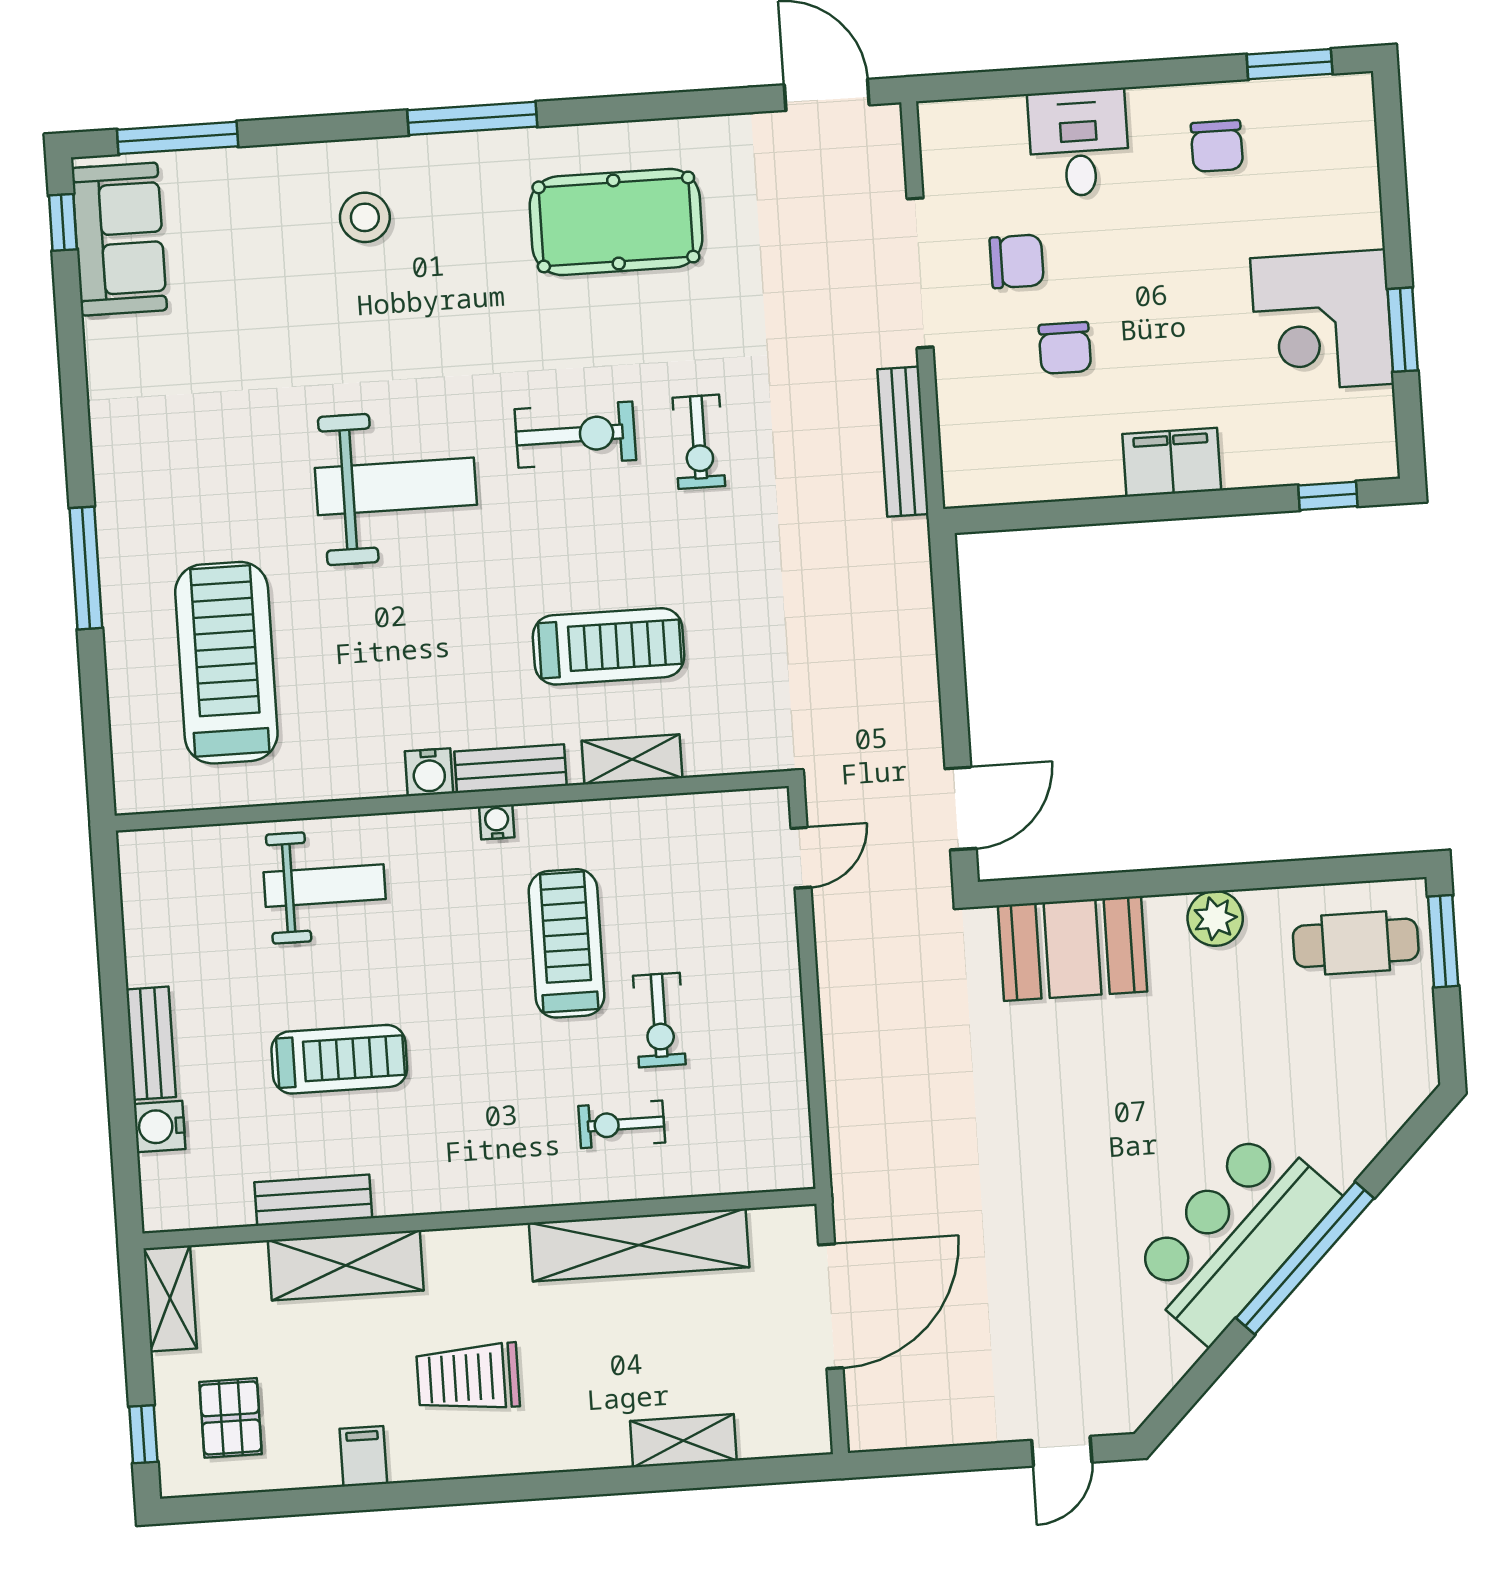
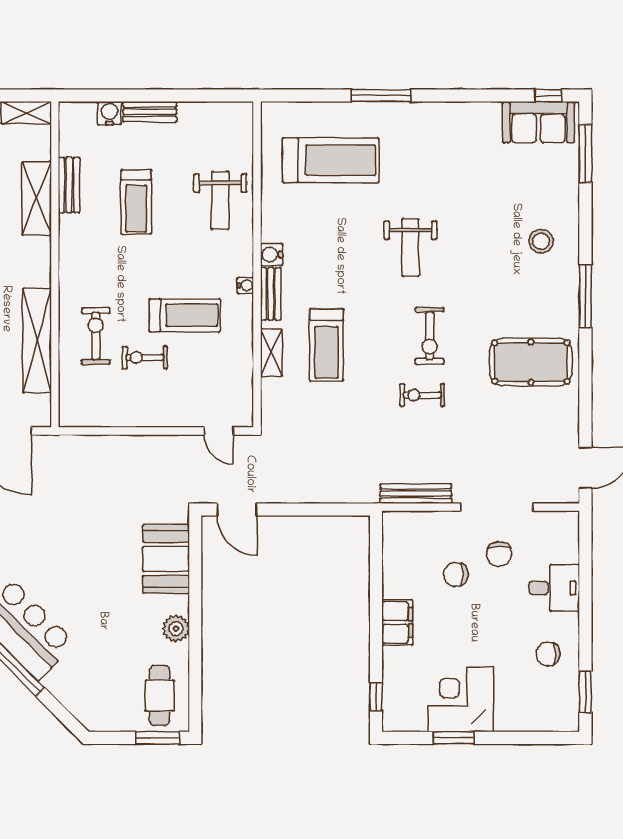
pool table: (616, 222) -> (531, 362), turned 90
weight bench: (396, 486) -> (410, 248), width x0.73, depth x0.75
exercise bike: (622, 1124) -> (96, 336), width x1.38, depth x1.39

